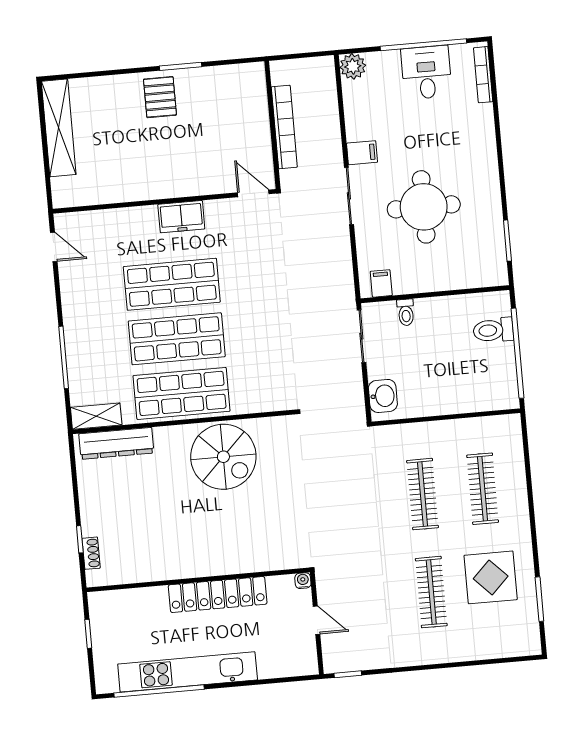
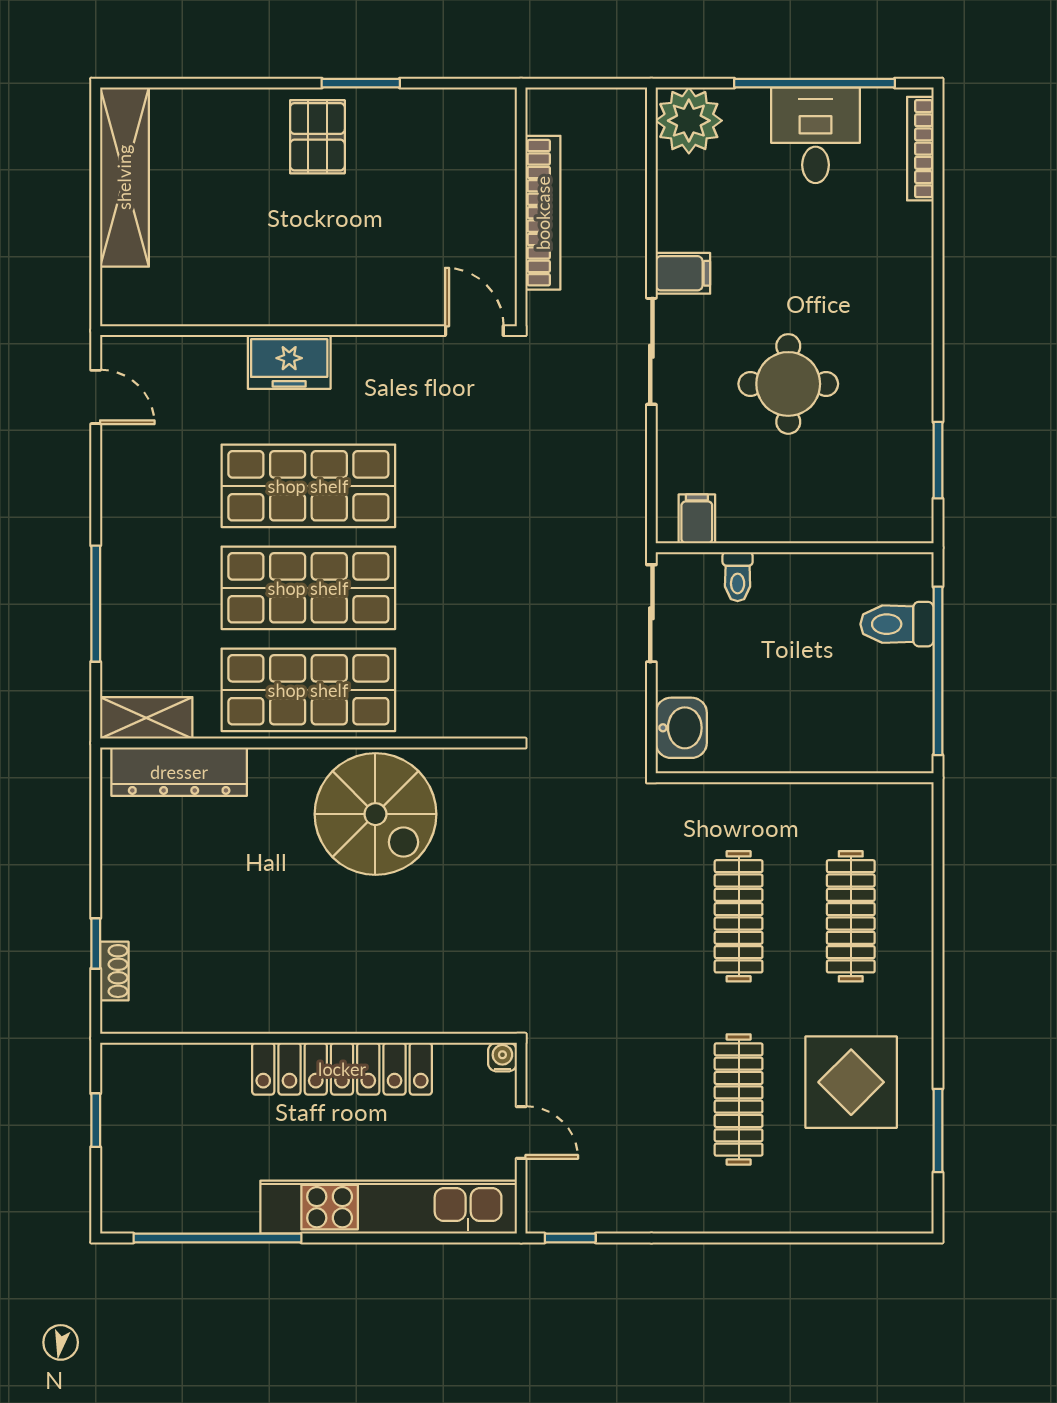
plant: (353, 66) -> (689, 121), width x1.36, depth x1.36
round table: (424, 207) -> (788, 384), width x0.73, depth x0.73
freezer: (181, 217) -> (289, 362), moved
kitchen unit: (188, 672) -> (389, 1207), moved

